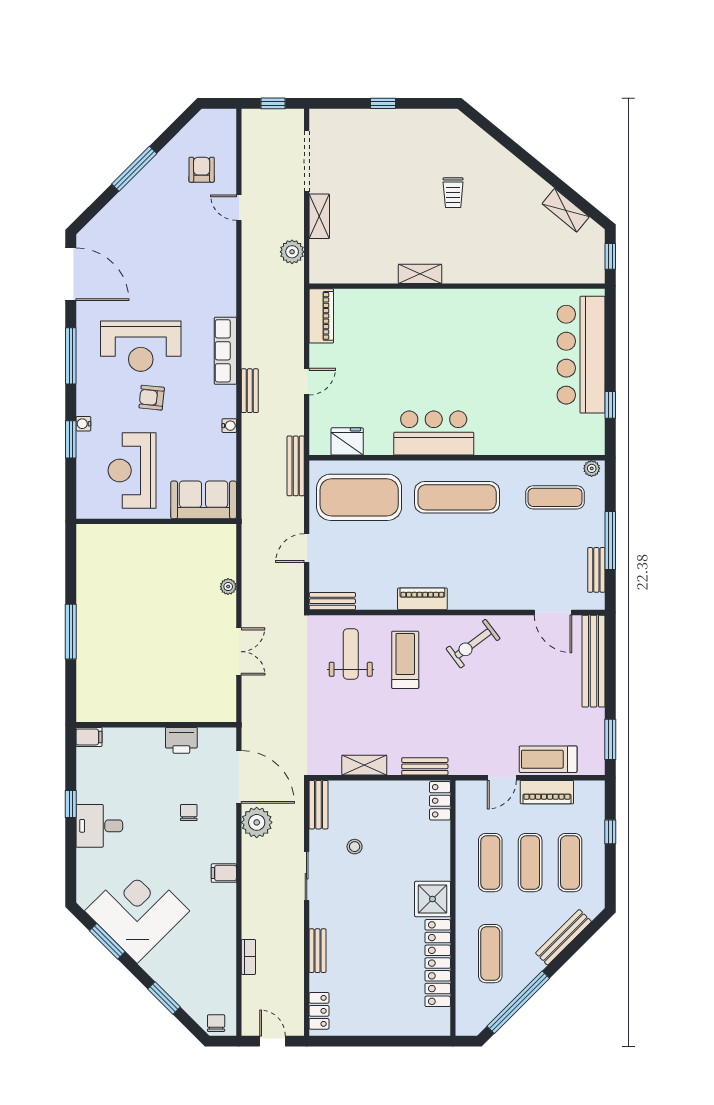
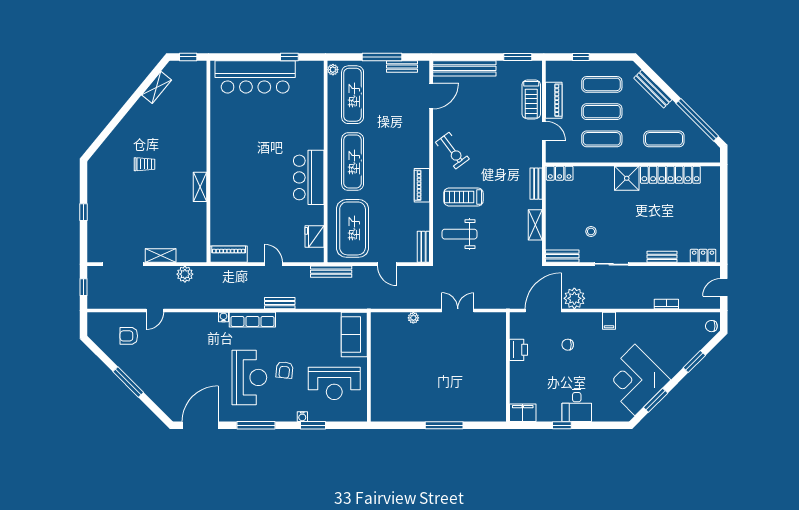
water cooler: (229, 426) -> (224, 317), moved
exercise mat: (555, 497) -> (353, 95), width x1.36, depth x1.45
filing cabinet: (89, 737) -> (523, 413), width x2.00

